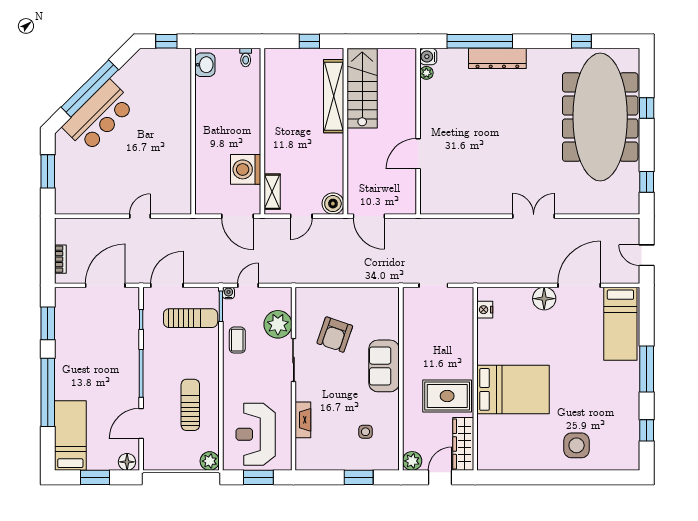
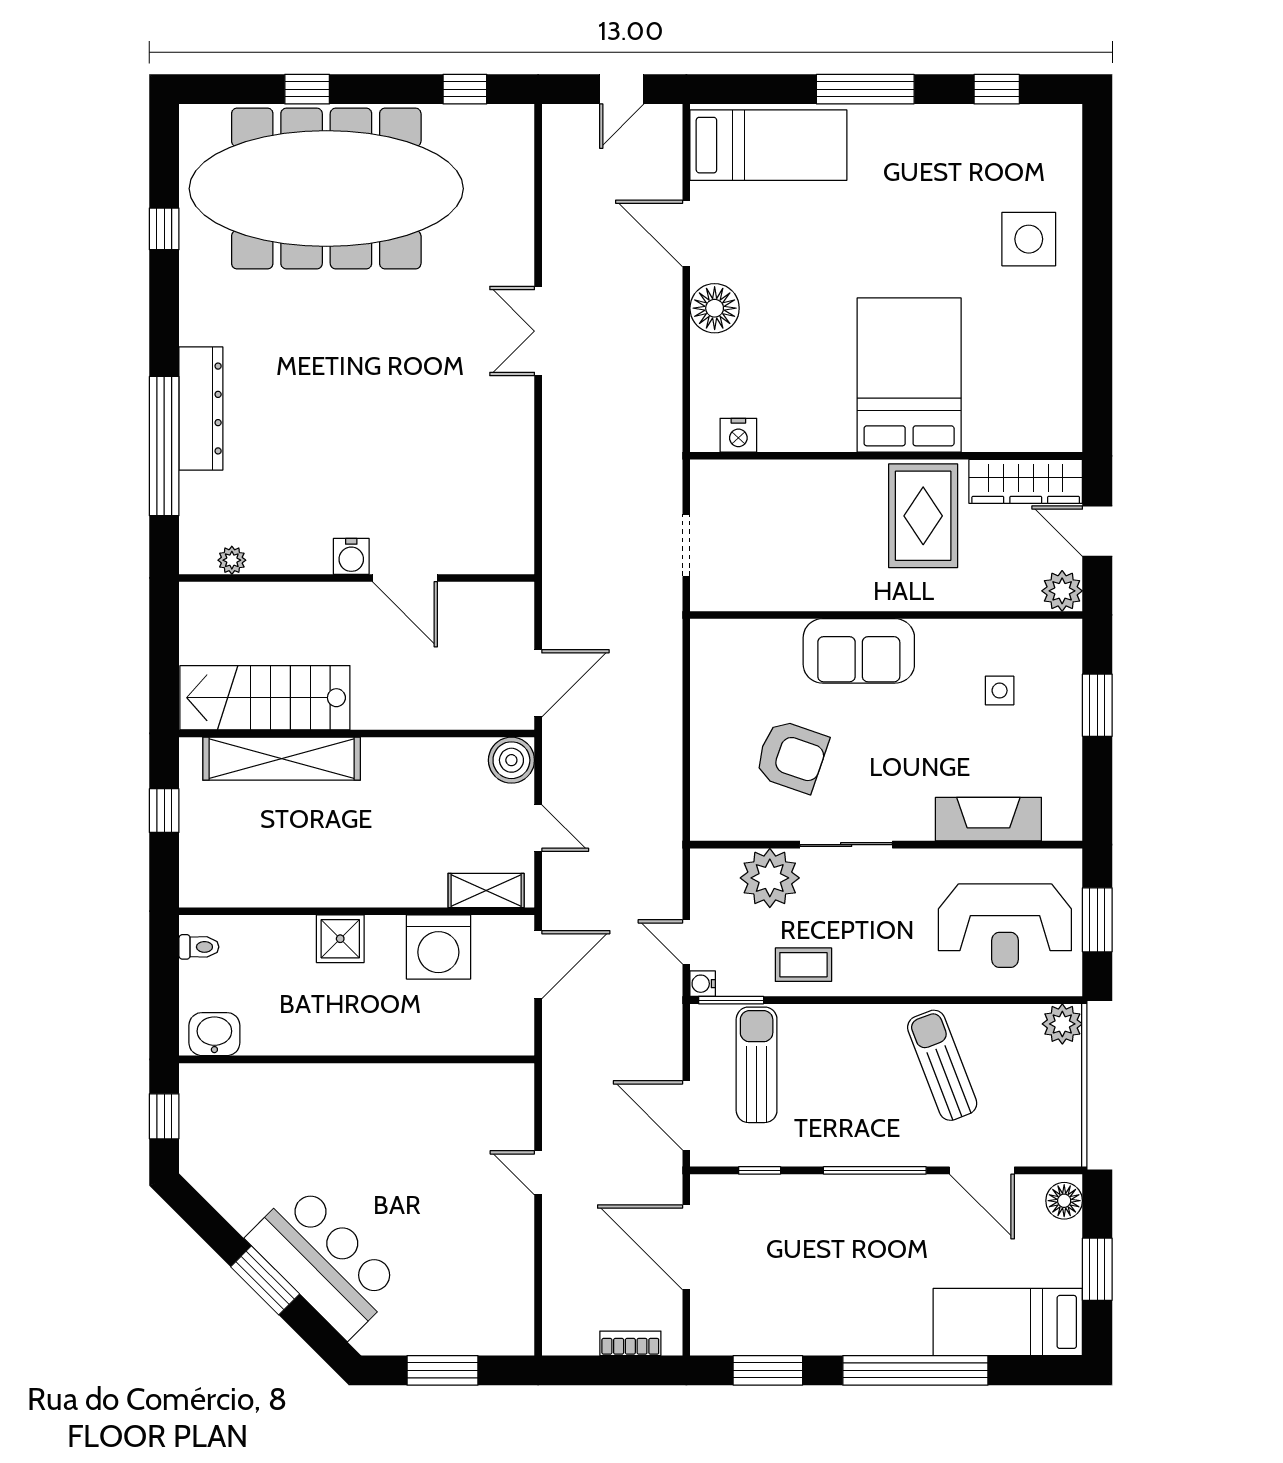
water cooler: (428, 57) -> (351, 556), moved
window: (90, 88) -> (265, 1280), width x0.47
shower: (249, 124) -> (340, 939), added
door: (579, 285) -> (686, 234), width x0.73
sun lounger: (190, 405) -> (942, 1065), turned 69
fireplace: (303, 420) -> (988, 819), width x1.37, depth x1.32

